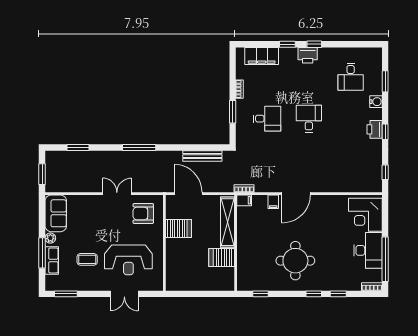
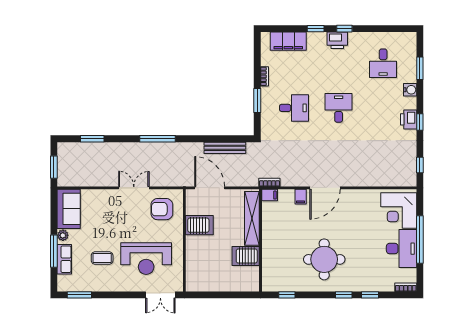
window: (385, 259) -> (420, 239), moved
double door: (124, 294) -> (160, 295), moved

